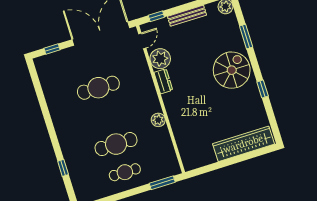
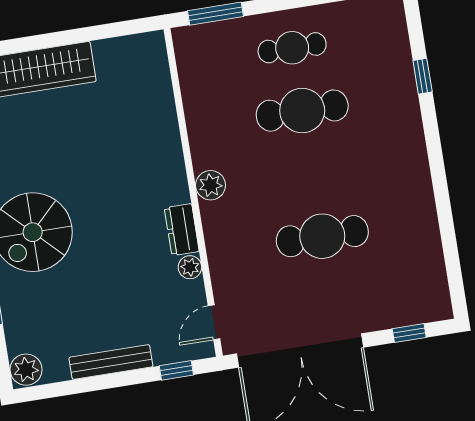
plant: (160, 59) -> (190, 267), width x0.53, depth x0.53
plant: (158, 120) -> (211, 185), moved

